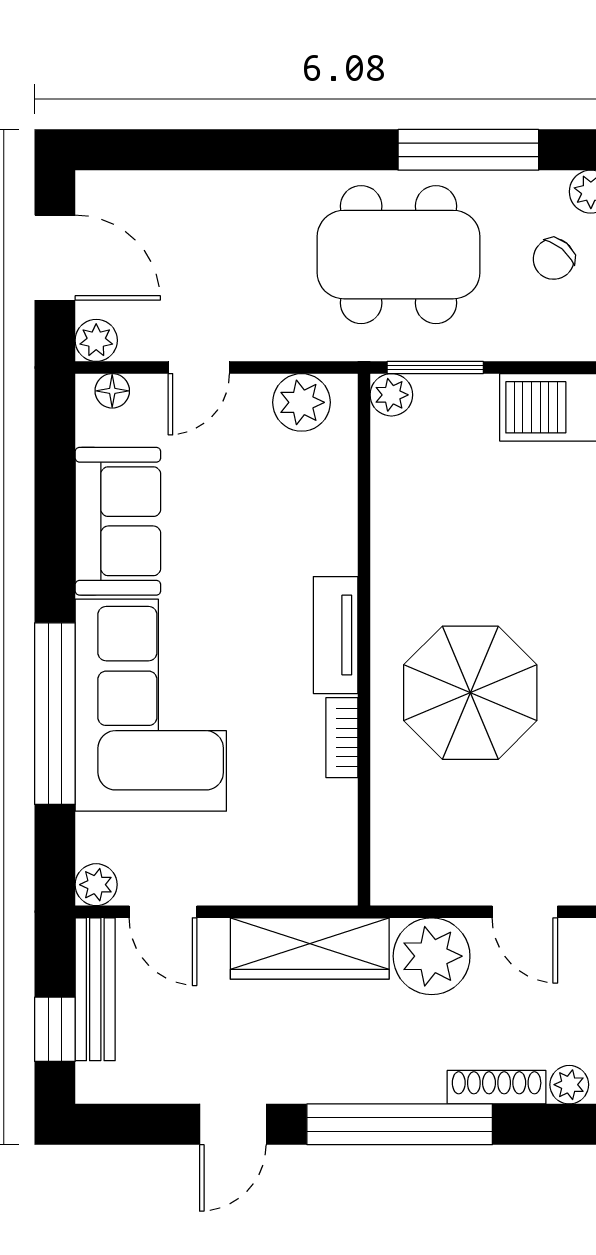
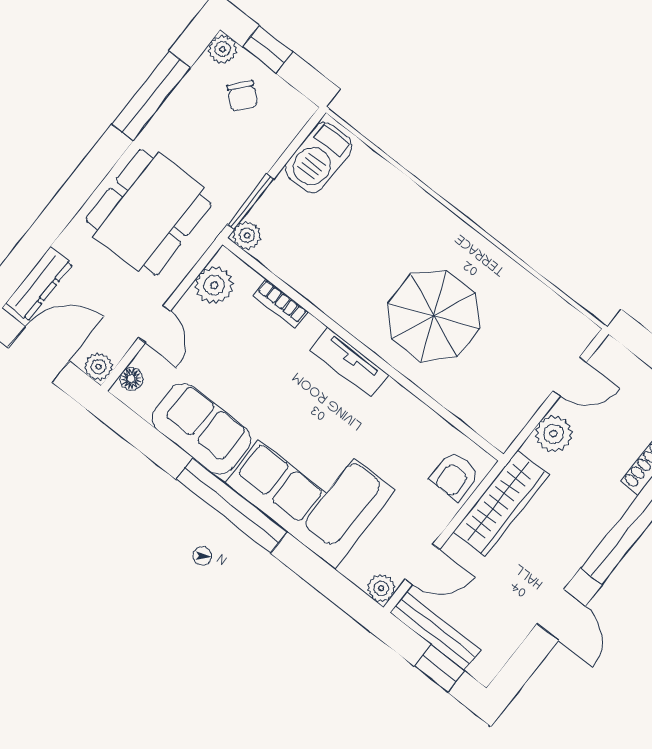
dresser: (139, 192) -> (39, 284), added
dining table: (399, 255) -> (148, 212), moved
window: (55, 714) -> (232, 506), moved
bookcase: (342, 738) -> (281, 303), moved
armchair: (299, 868) -> (455, 476), added
plant: (432, 956) -> (554, 434), width x0.73, depth x0.73

